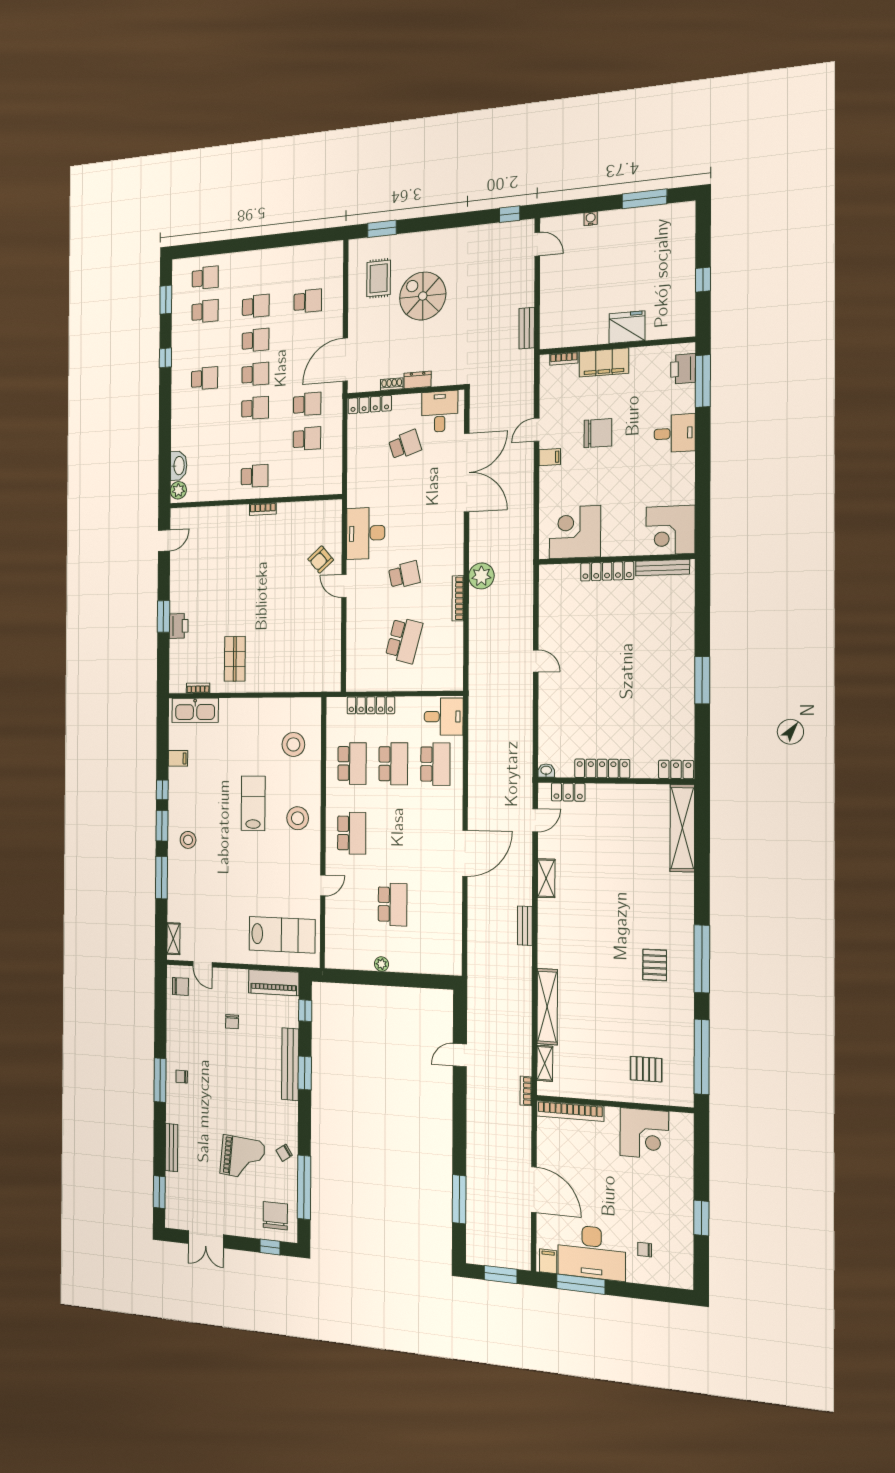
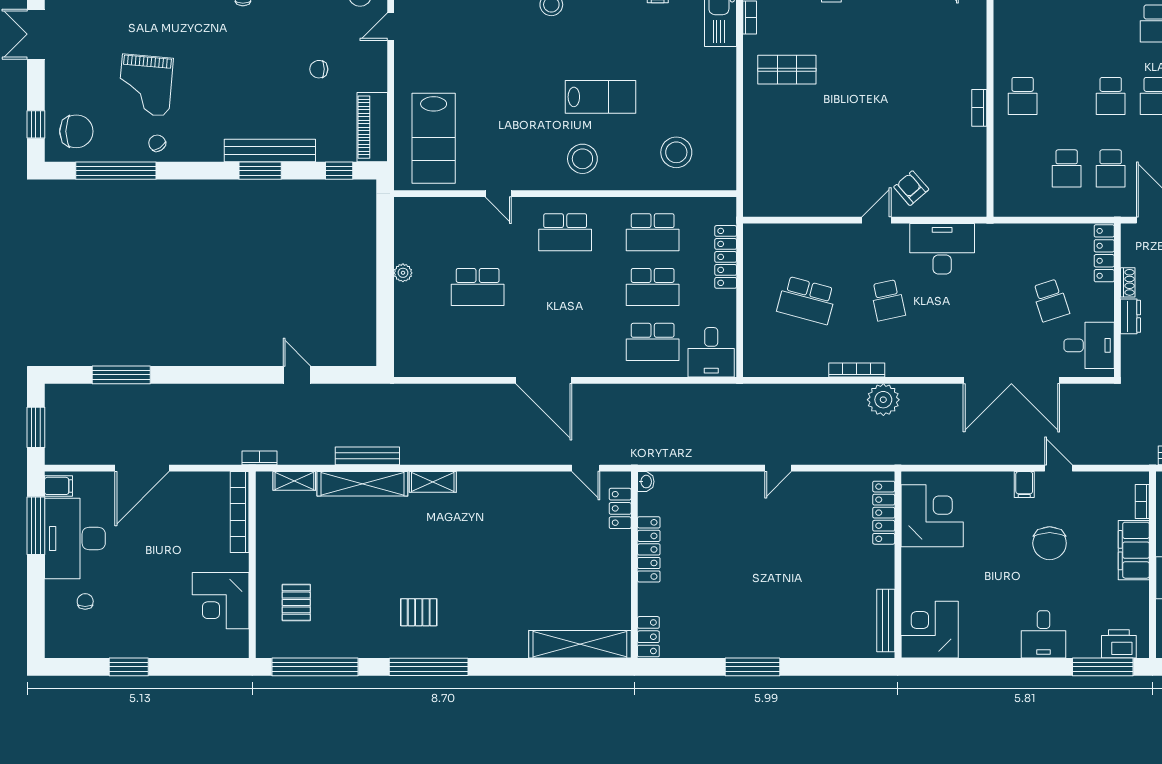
locker: (607, 571) -> (884, 513), moved
shelving: (546, 878) -> (433, 482), moved
bench: (525, 926) -> (367, 456), moved, width x1.36

